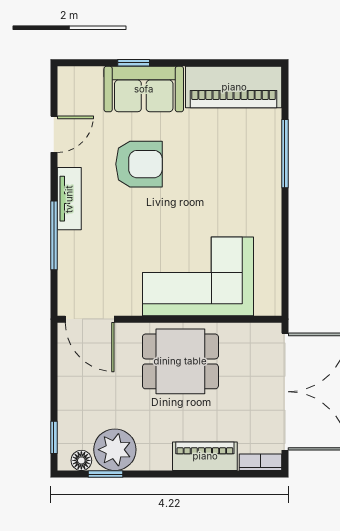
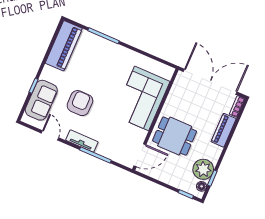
sofa: (144, 89) -> (41, 100), moved
dining table: (180, 361) -> (175, 136), moved, turned 90

